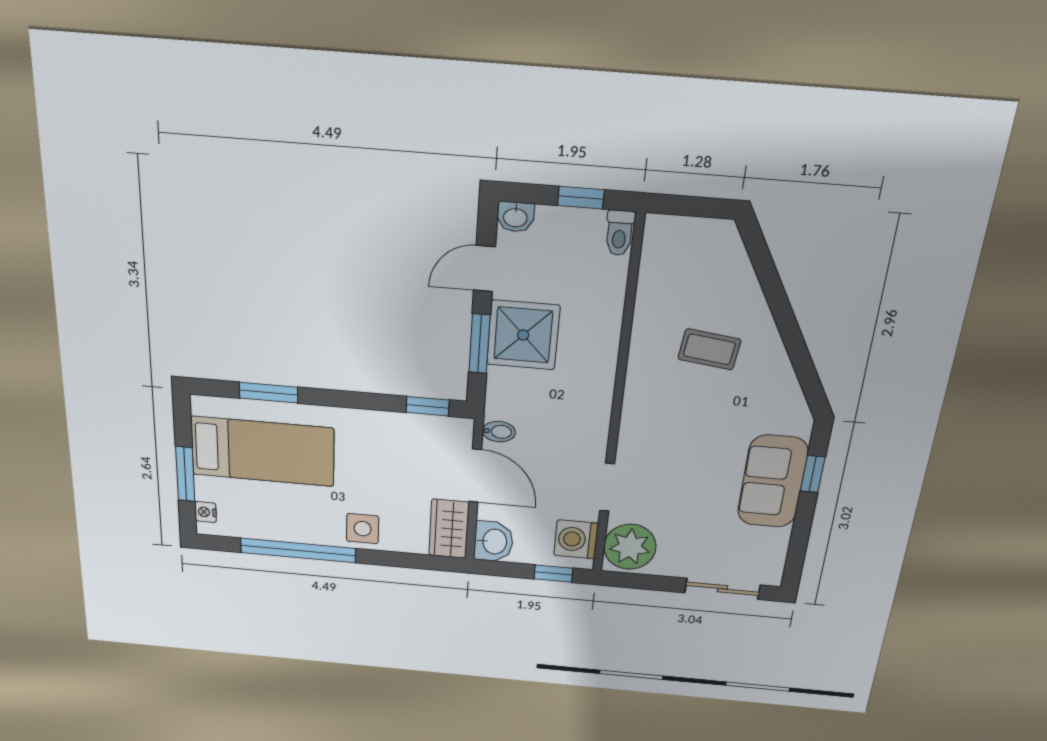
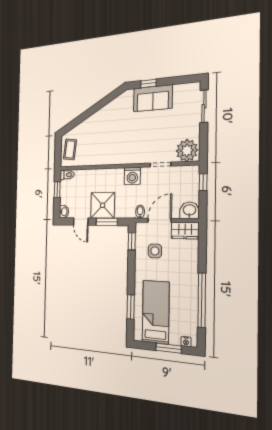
coffee table: (709, 349) -> (70, 149), moved
side table: (363, 529) -> (155, 251), moved
washing machine: (576, 539) -> (132, 176), moved

